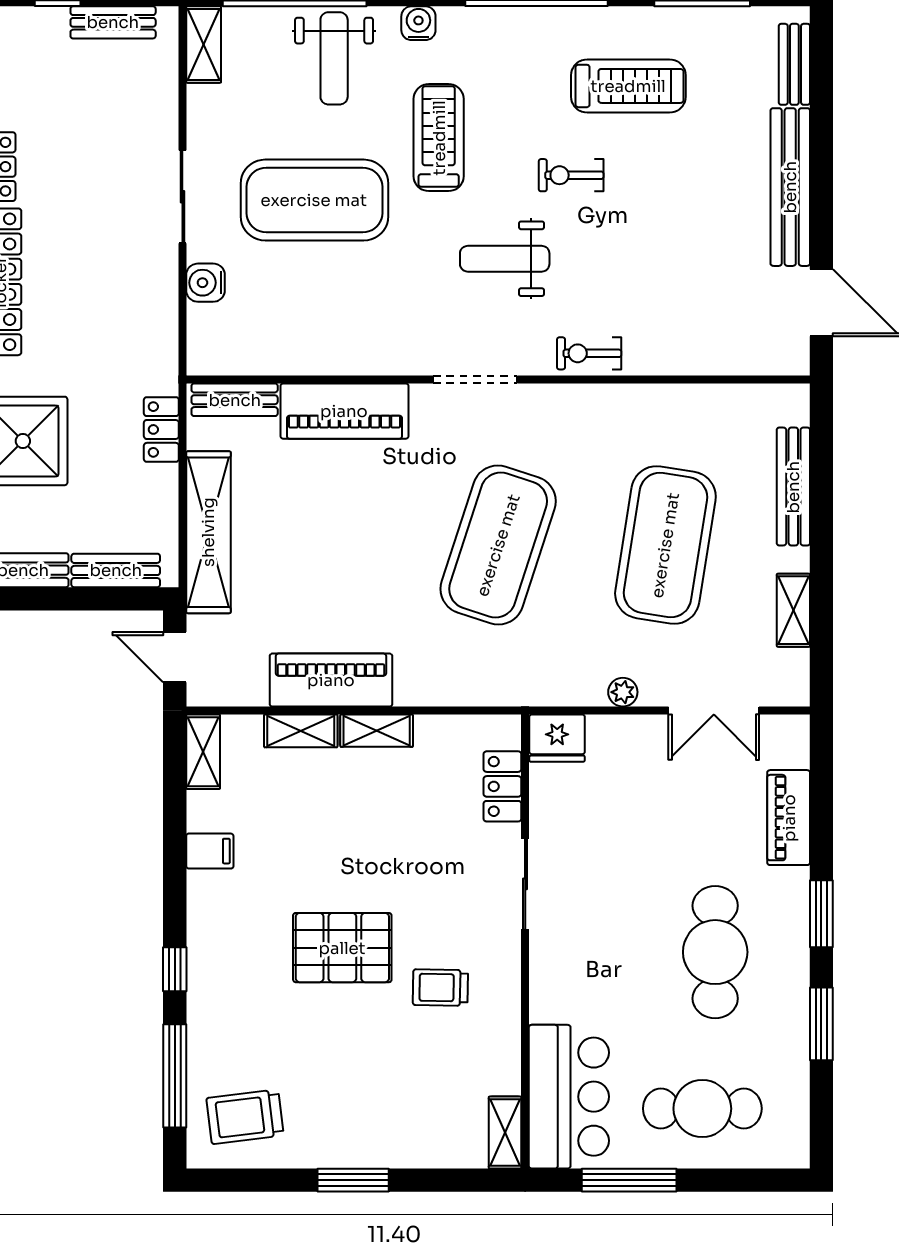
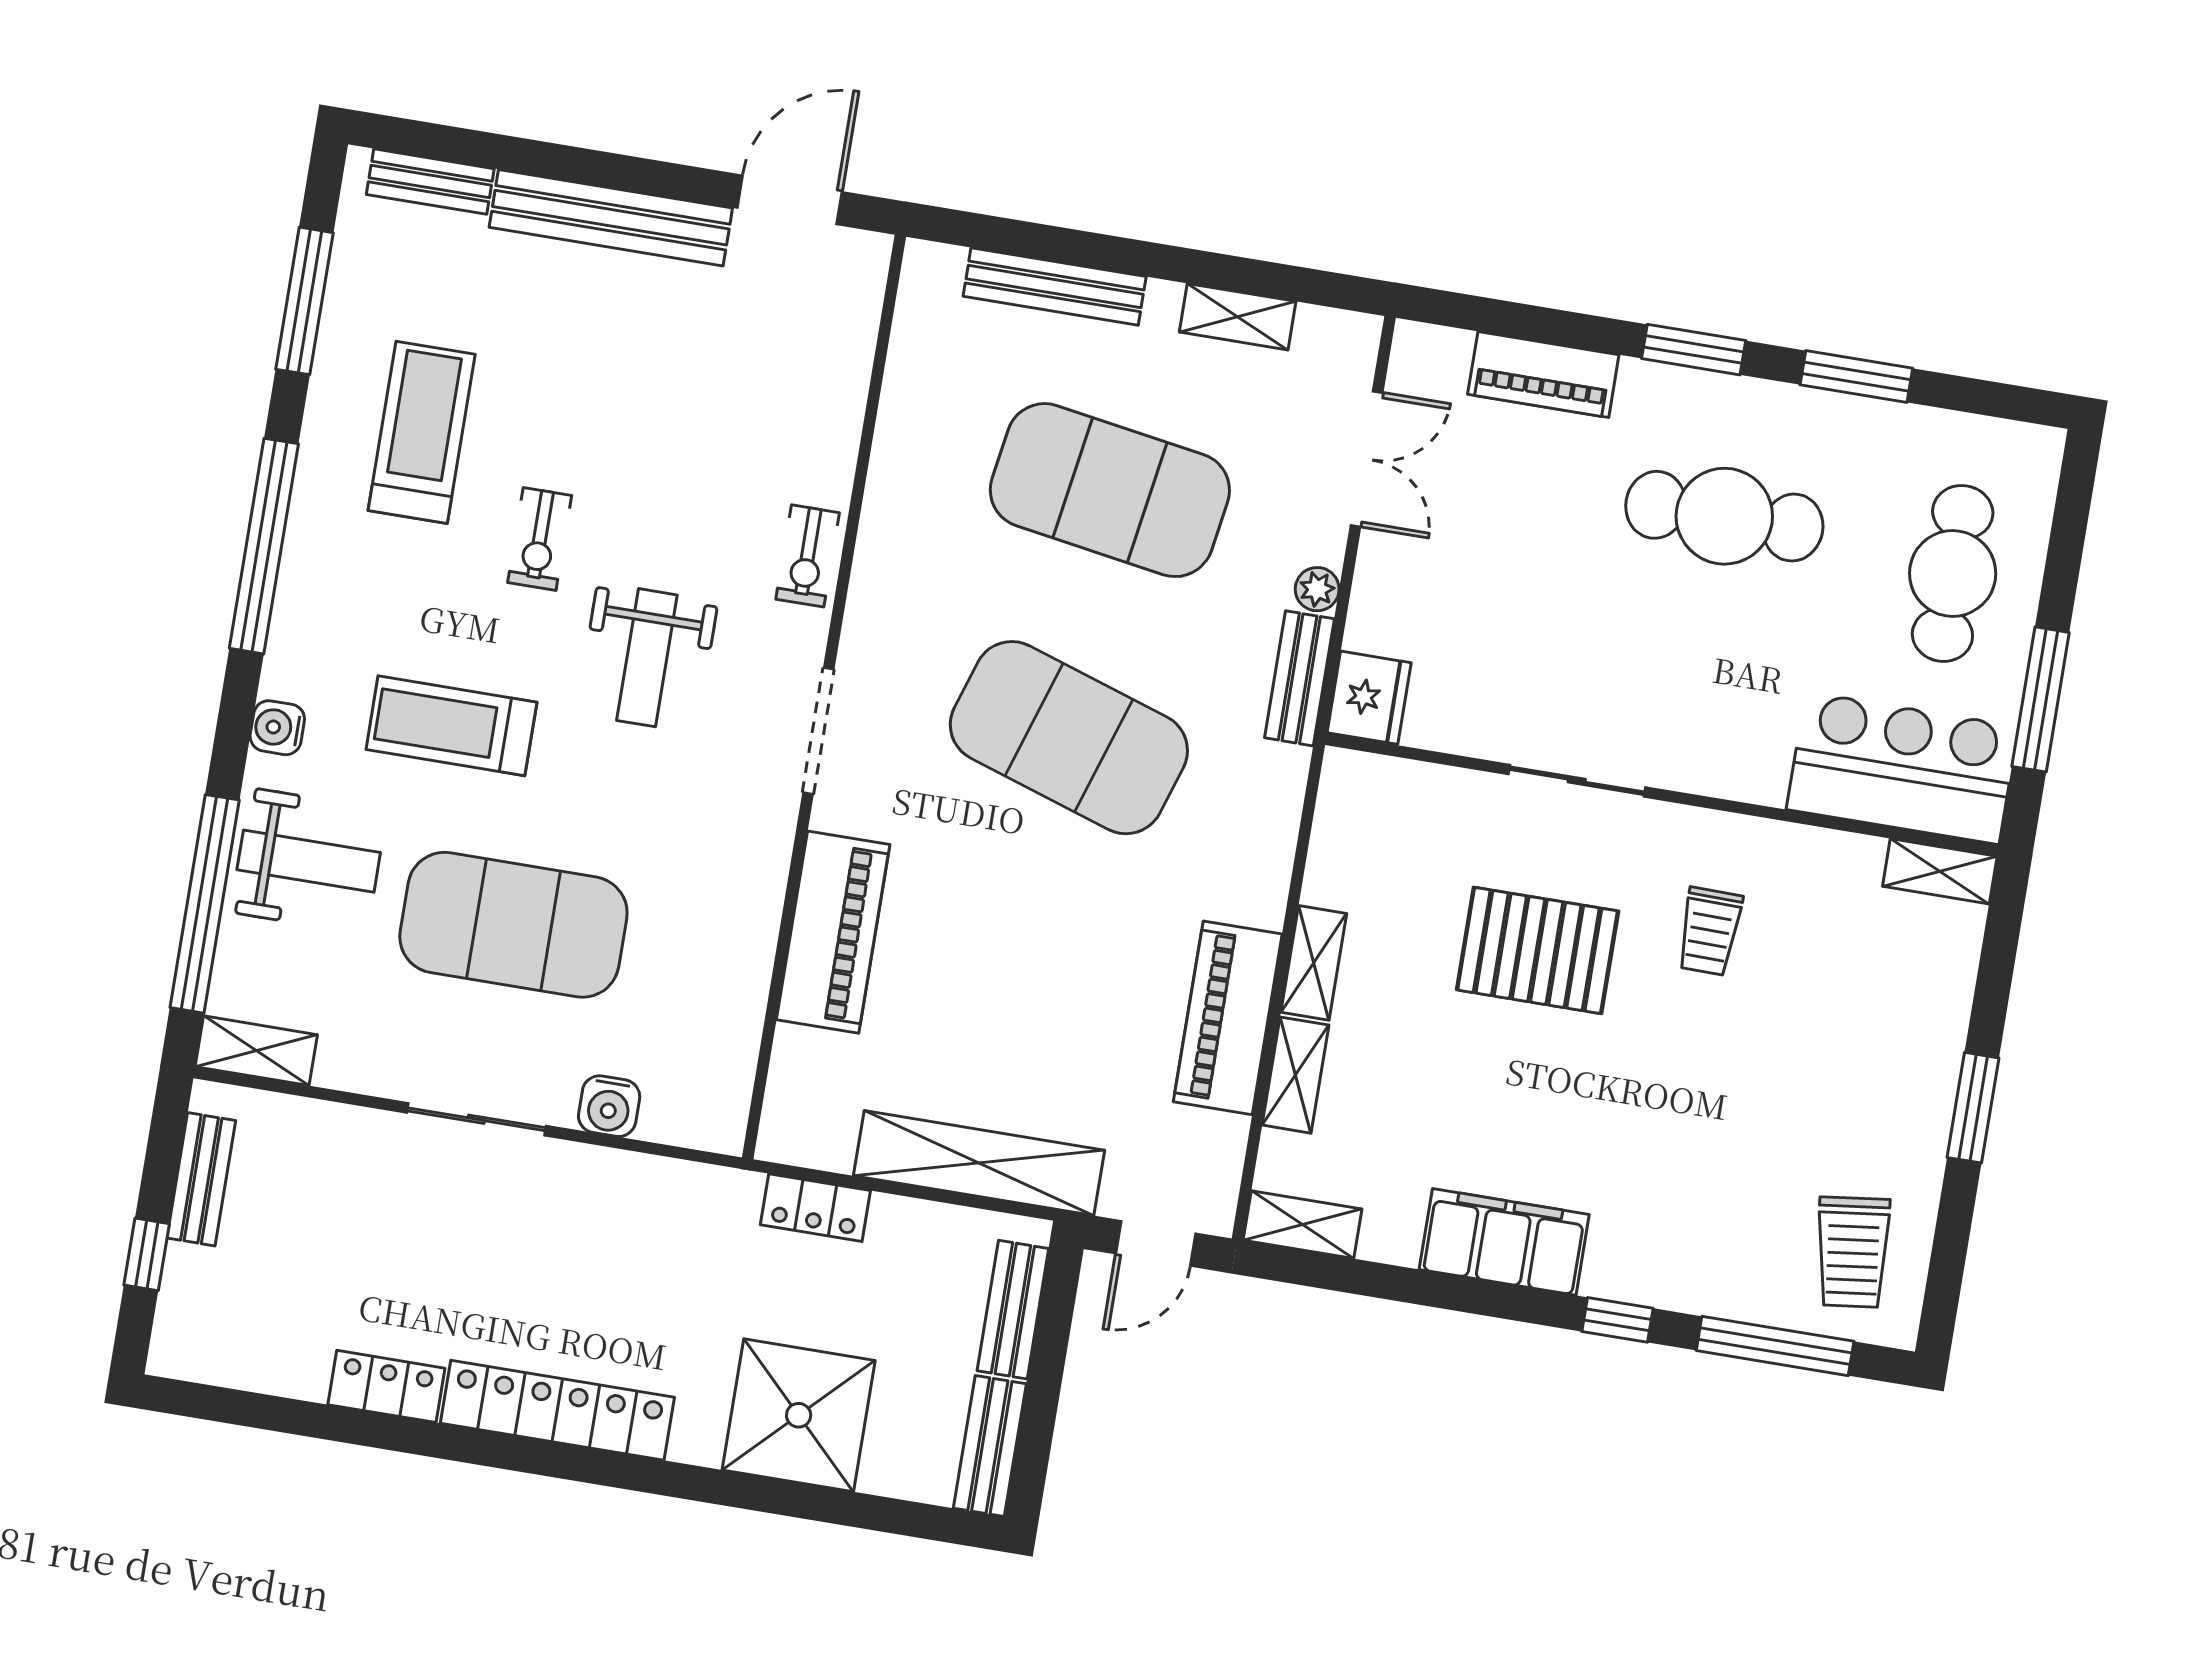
exercise mat: (314, 200) -> (513, 925), turned 90
bench: (235, 400) -> (1299, 678), moved
locker: (502, 786) -> (1427, 790), removed
filing cabinet: (210, 851) -> (1504, 1242), width x3.00, depth x1.17
pallet: (342, 948) -> (1538, 950), moved, turned 90

